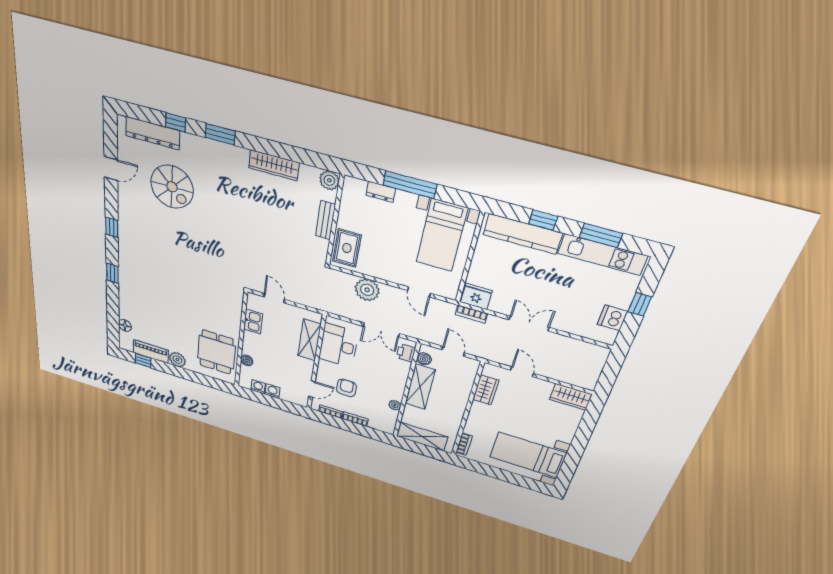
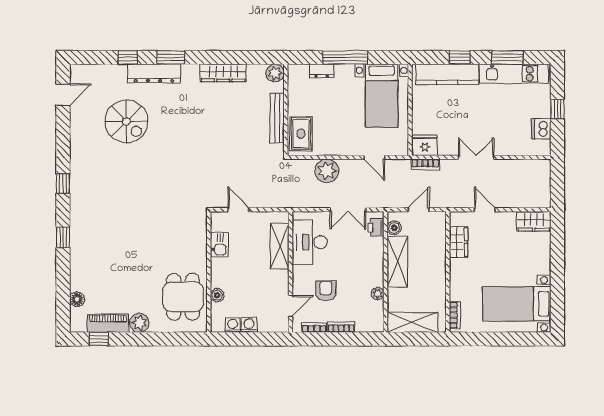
dresser: (153, 133) -> (154, 73), moved
door: (111, 169) -> (63, 94), moved
bench: (325, 220) -> (277, 118), width x1.36
door: (453, 351) -> (419, 210), hinge flipped

